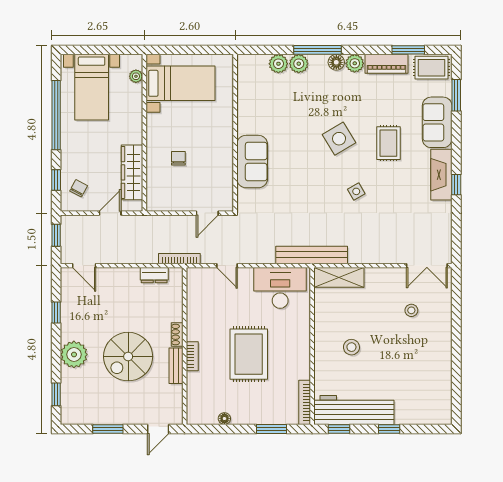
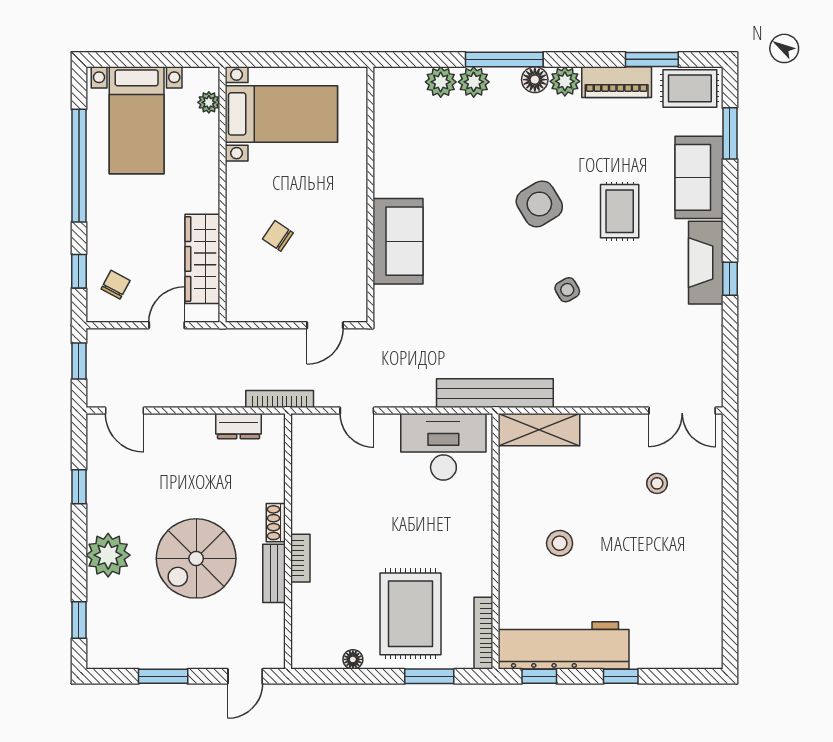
chair: (178, 158) -> (278, 236), turned -56
rug: (249, 354) -> (411, 614), moved

